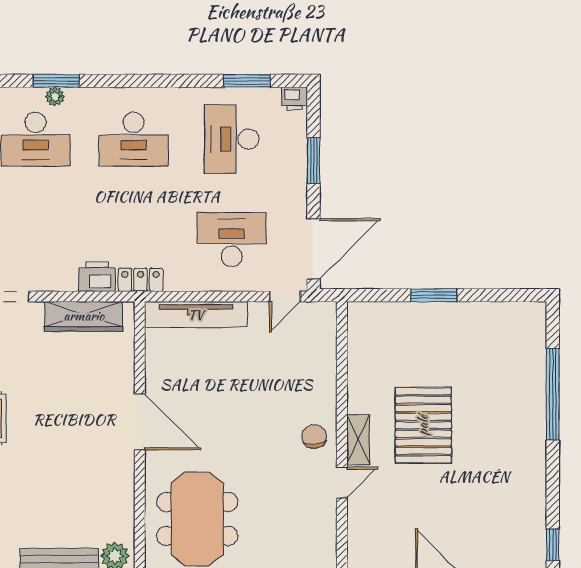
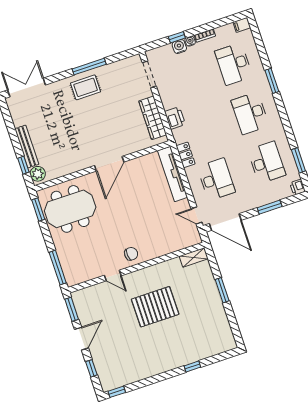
window: (56, 81) -> (272, 81), moved
plant: (55, 97) -> (258, 66), removed
desk: (232, 139) -> (267, 162), turned 90
locker: (141, 280) -> (186, 155), moved
window: (553, 394) -> (192, 366), width x0.32
shelving: (358, 440) -> (194, 257), moved

